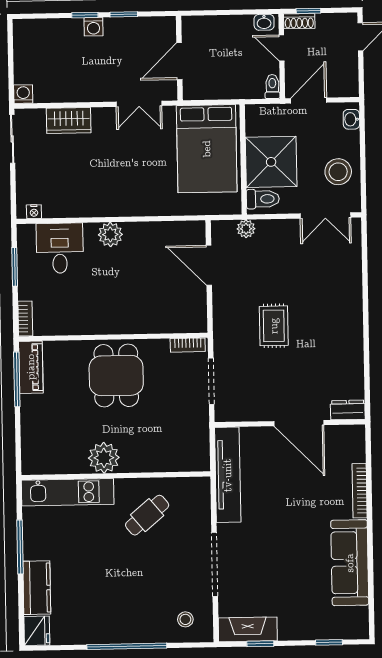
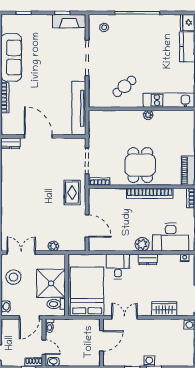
desk: (153, 194) -> (118, 266), added
toilet: (263, 199) -> (56, 304), moved
dresser: (100, 208) -> (148, 259), added
plant: (246, 229) -> (53, 246), moved
desk: (60, 248) -> (171, 237), width x1.37
bookcase: (99, 325) -> (150, 193), added
rug: (274, 326) -> (72, 193), moved
plant: (104, 458) -> (148, 115), width x0.53, depth x0.53

